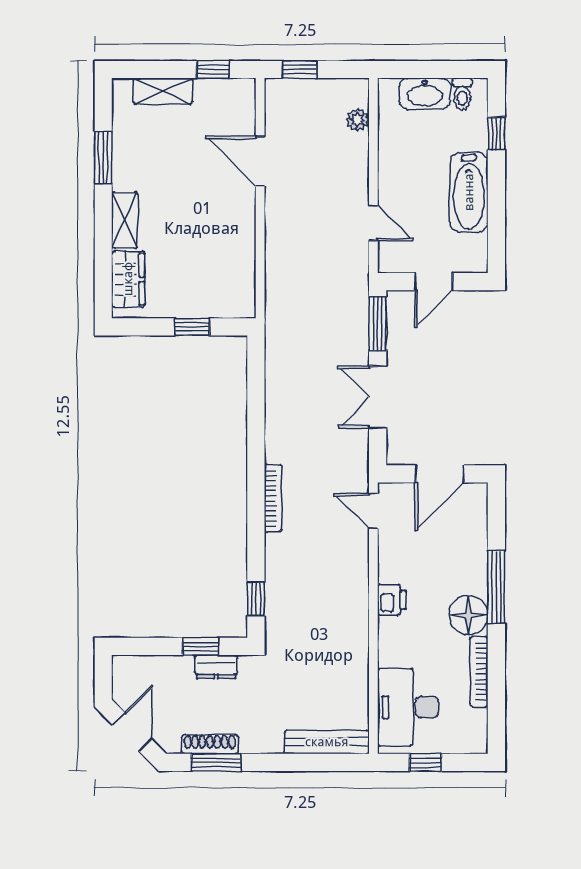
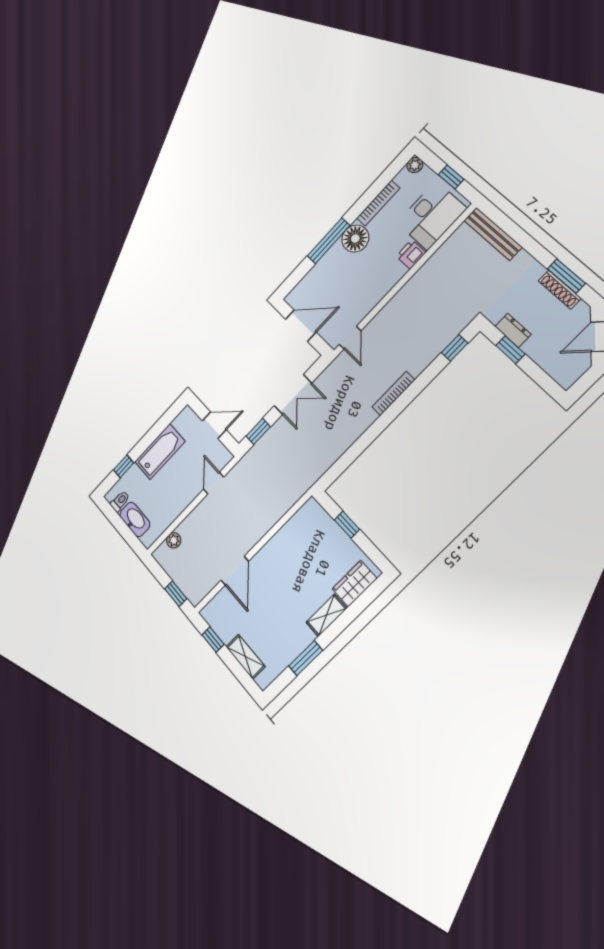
window: (378, 324) -> (258, 431), width x0.67
printer: (392, 600) -> (411, 254), moved
plant: (477, 743) -> (415, 165), added

